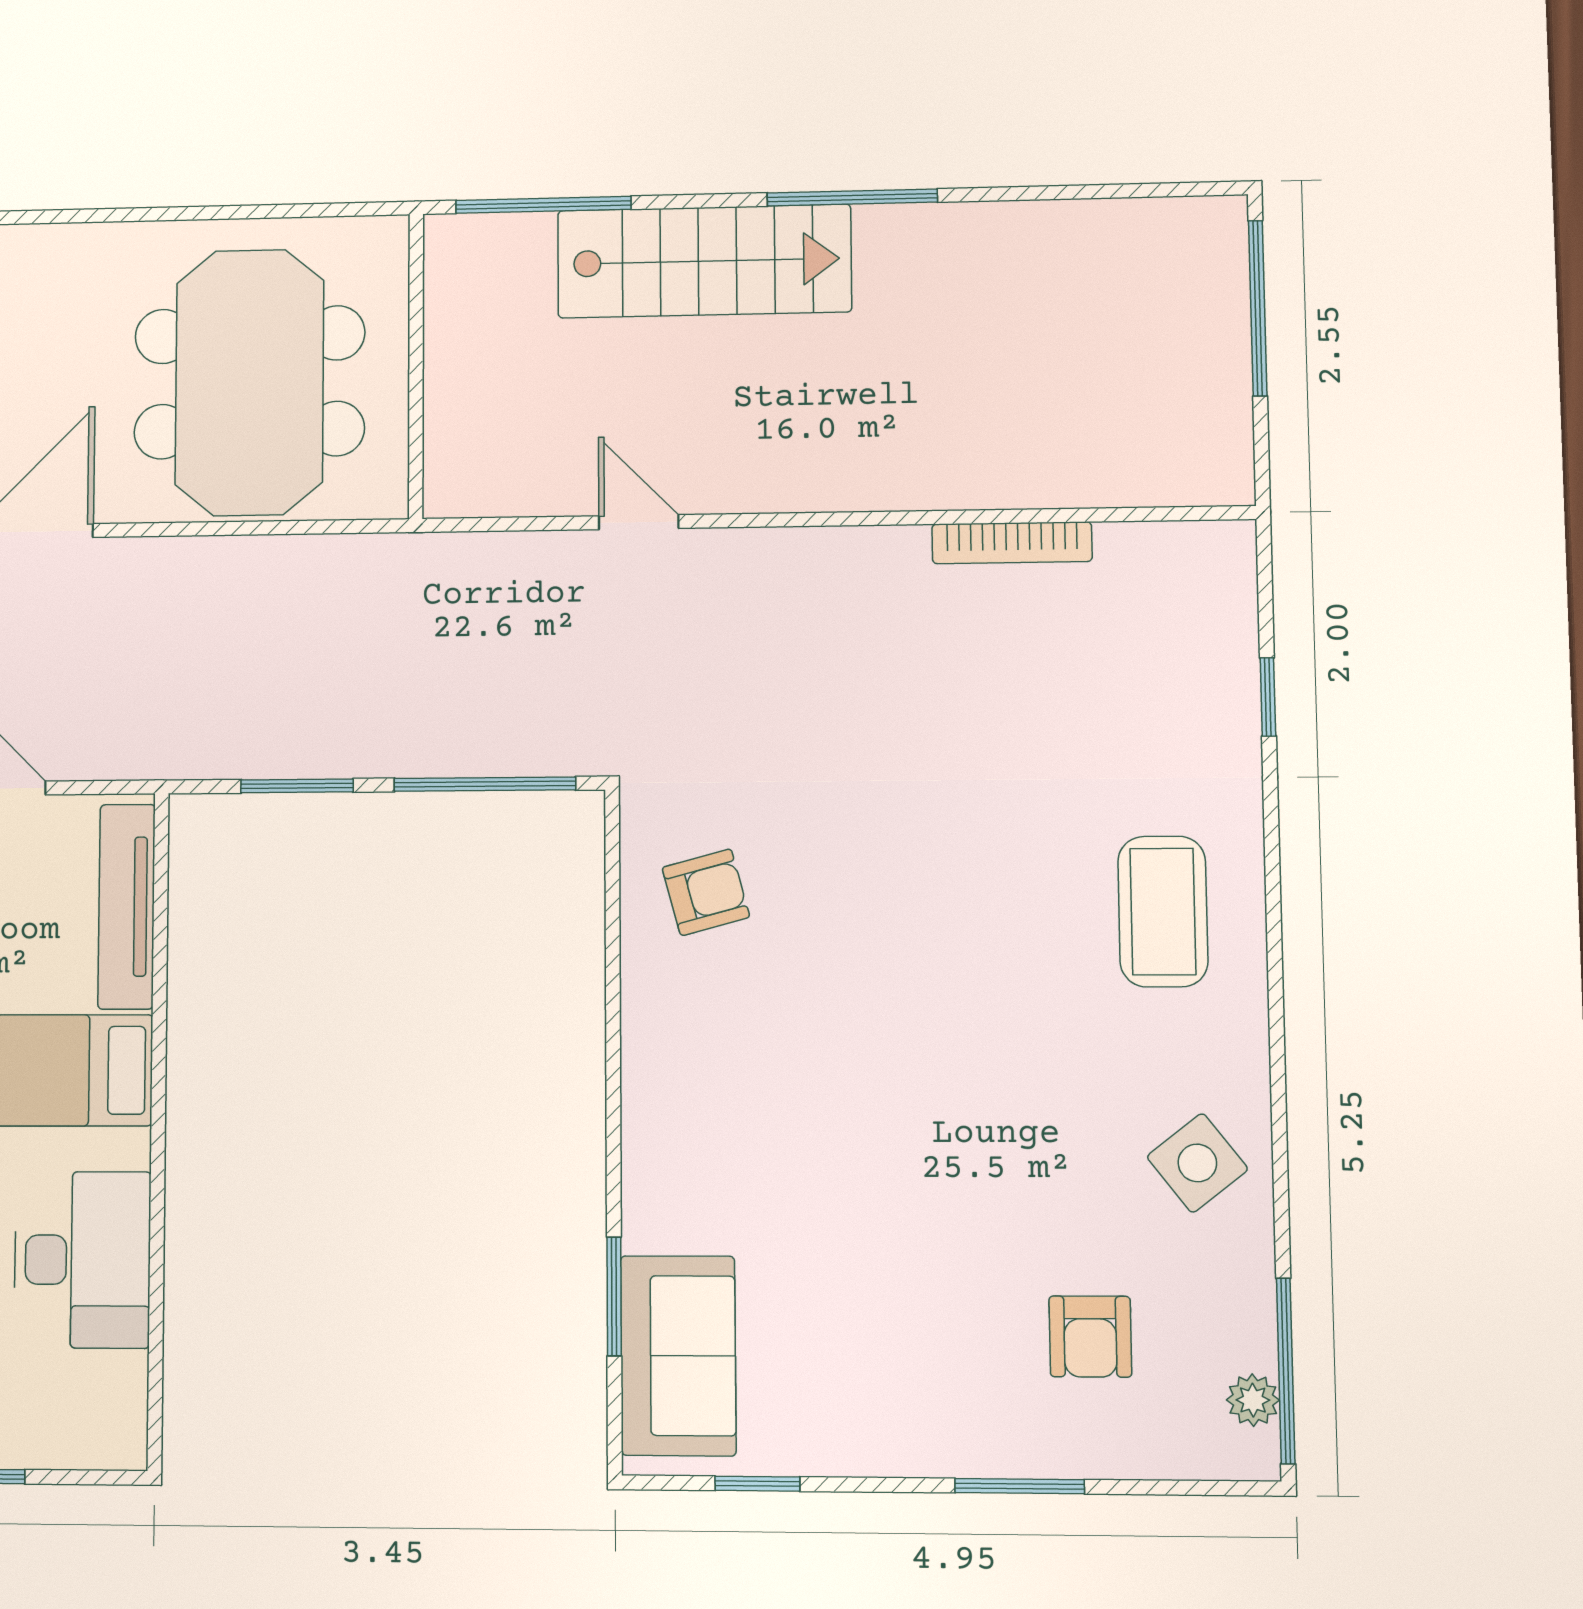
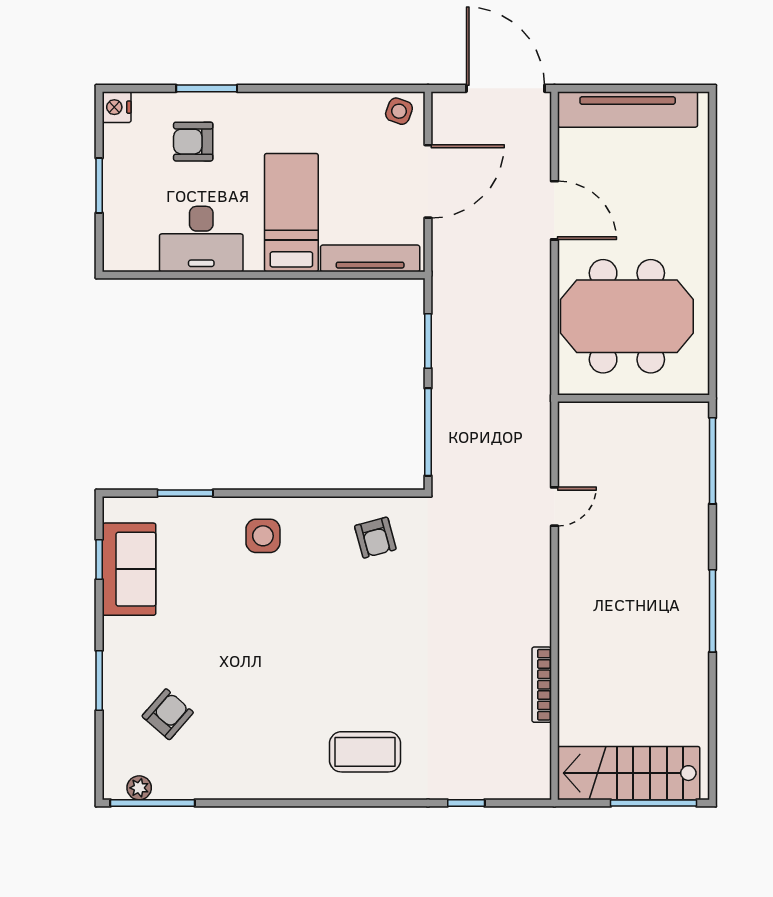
stairs: (704, 261) -> (629, 773), moved, turned 90
side table: (1197, 1163) -> (263, 536), moved, turned 38
armchair: (1090, 1337) -> (168, 714), turned 131
sofa: (678, 1356) -> (129, 569), moved, turned -90

